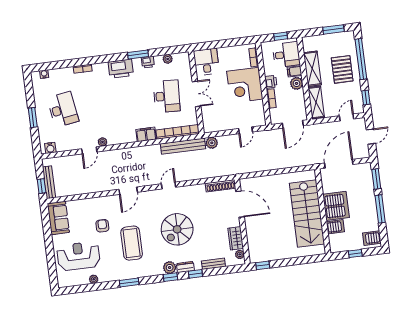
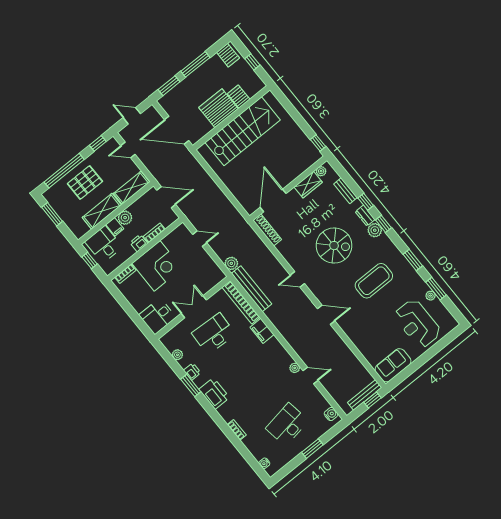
armchair: (102, 226) -> (375, 319), removed
window: (96, 287) -> (436, 289), added

